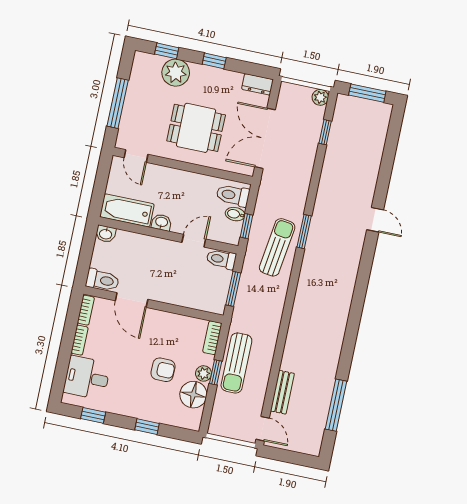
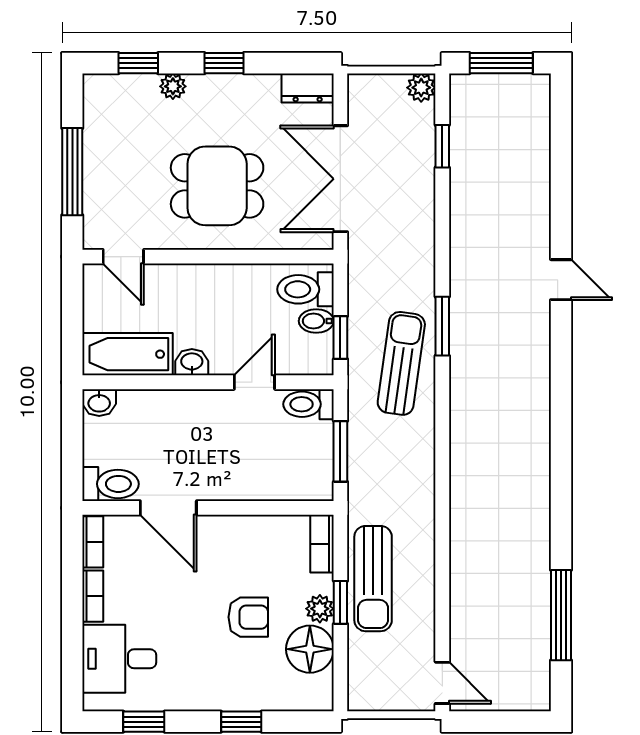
plant: (176, 73) -> (173, 86), width x0.53, depth x0.53
bench: (282, 392) -> (463, 612), removed

